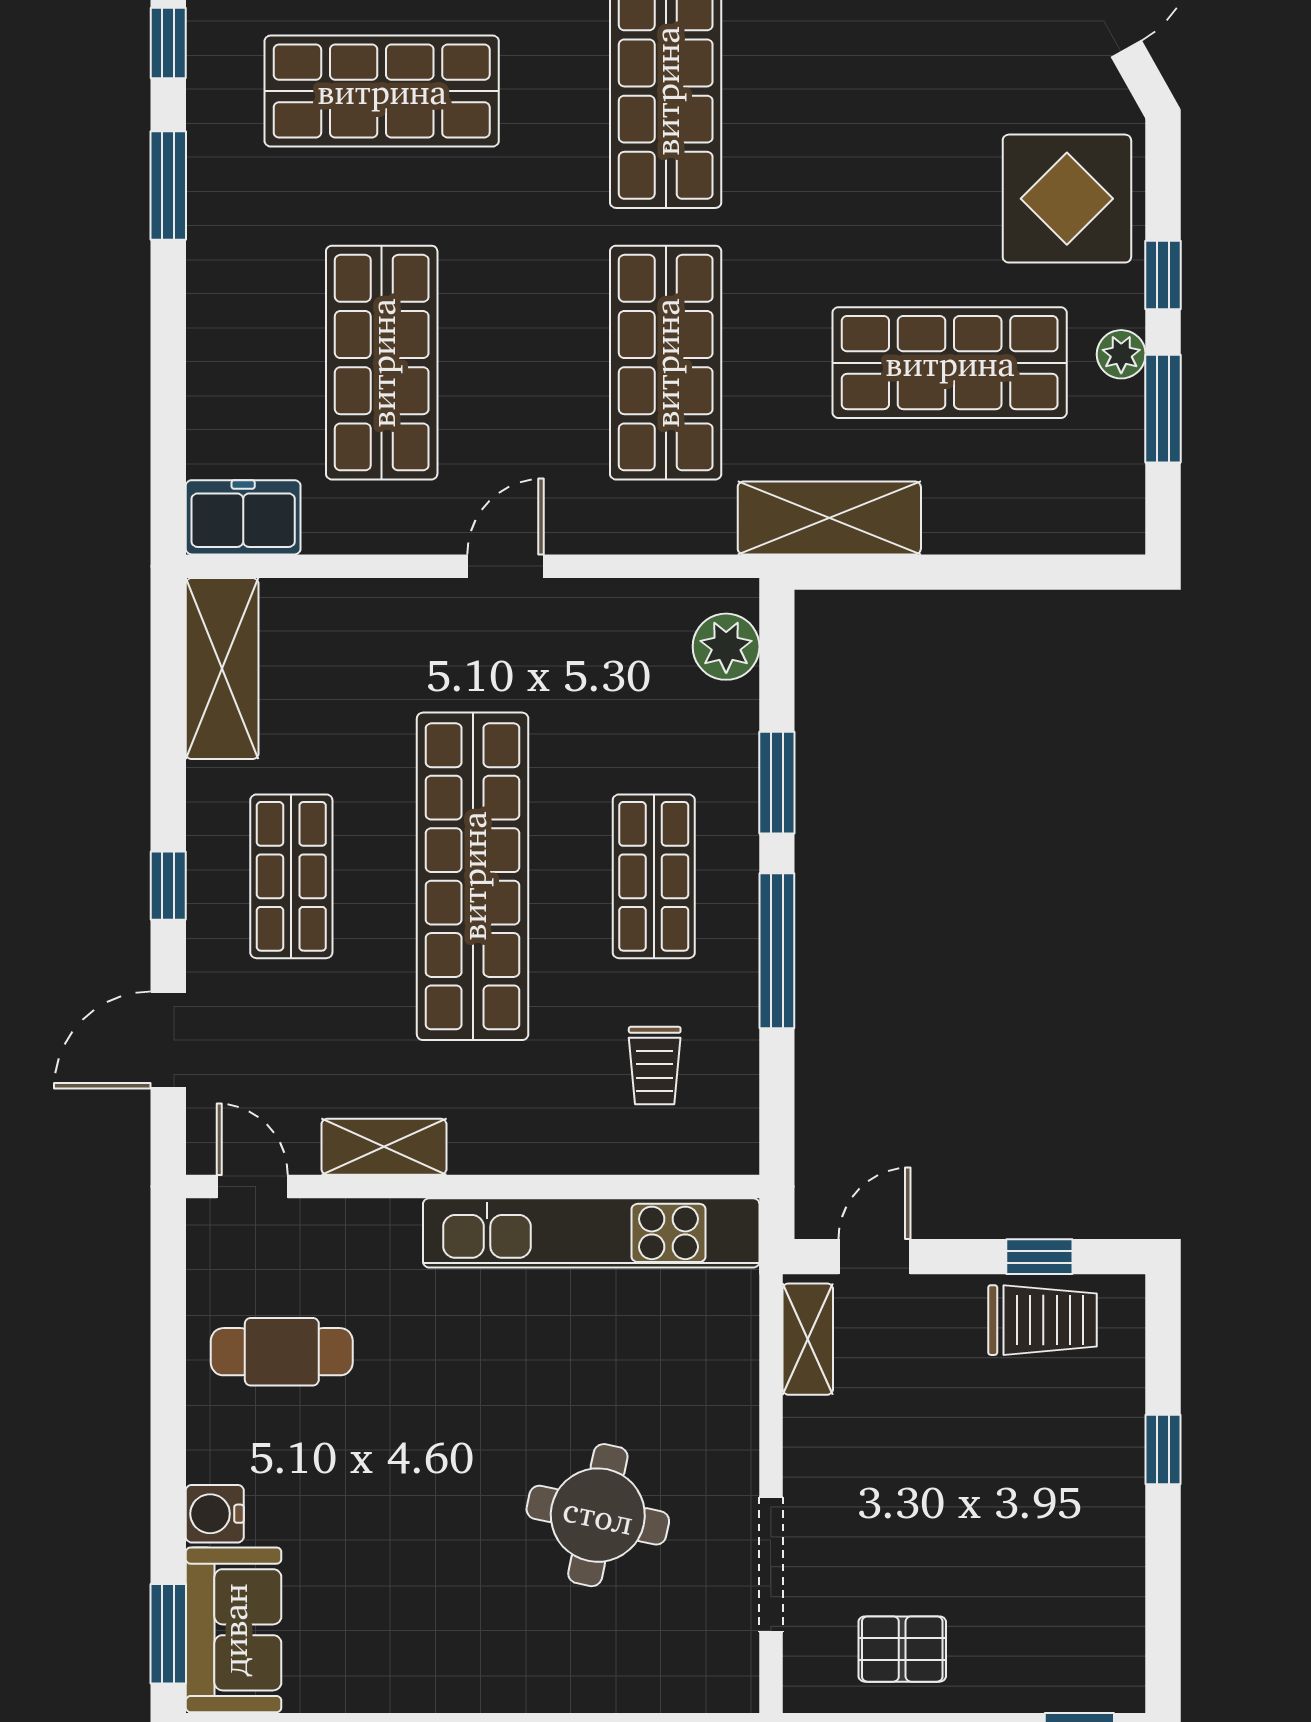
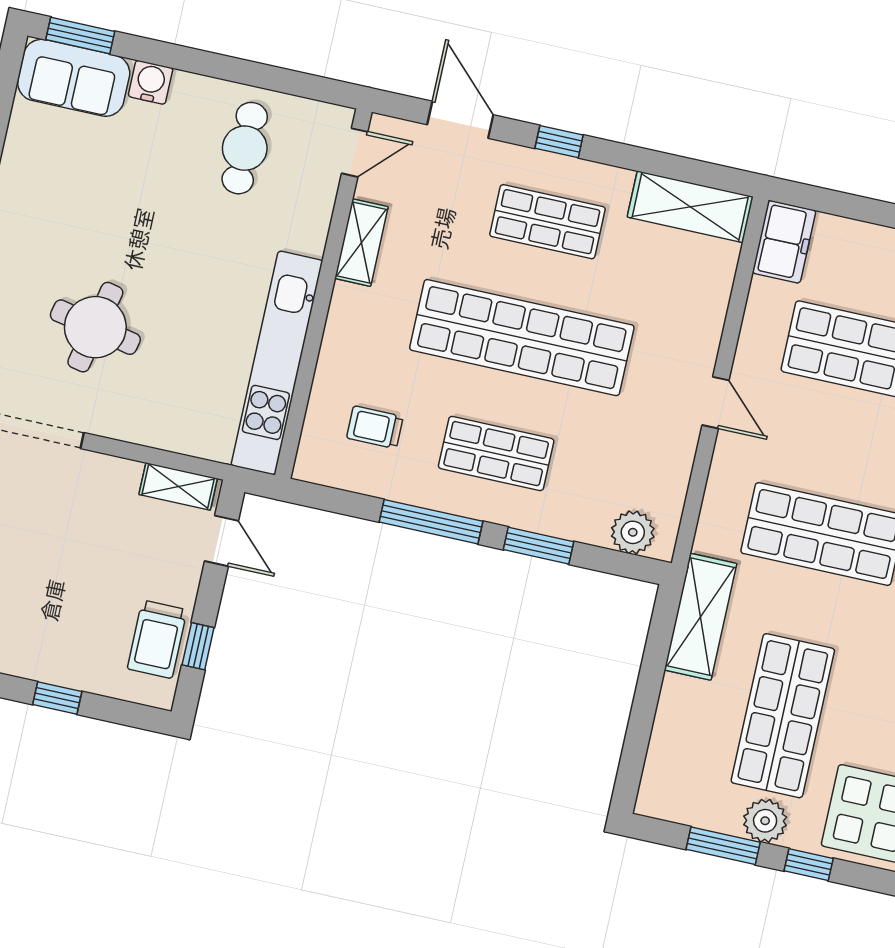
plant: (1121, 354) -> (765, 821), width x1.38, depth x1.38

